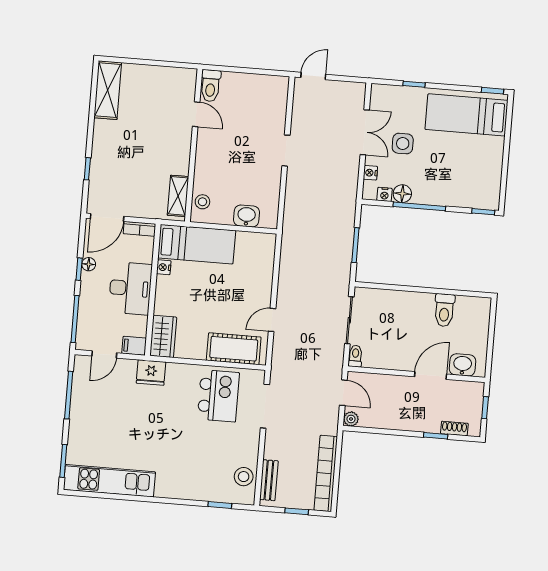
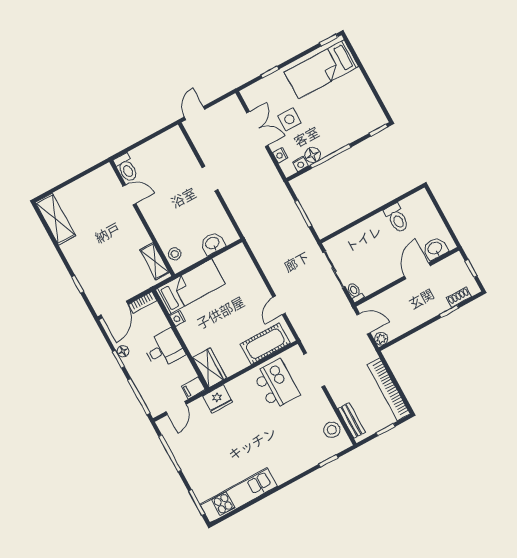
desk: (130, 288) -> (164, 349), width x0.73

